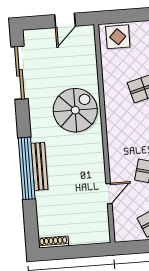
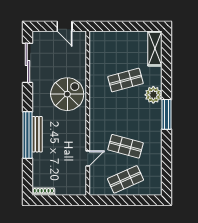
door: (65, 20) -> (65, 26), hinge flipped
display table: (118, 37) -> (103, 42), removed

